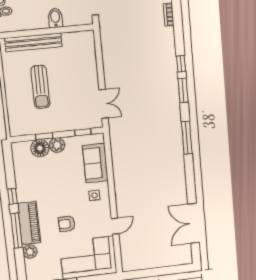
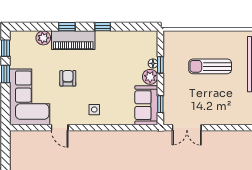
floor lamp: (40, 148) -> (153, 63), width x0.53, depth x0.53
sofa: (95, 163) -> (146, 105), moved, turned -90
window: (16, 231) -> (67, 27), width x0.46

